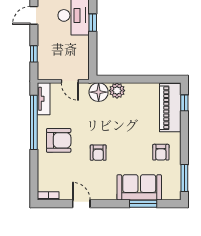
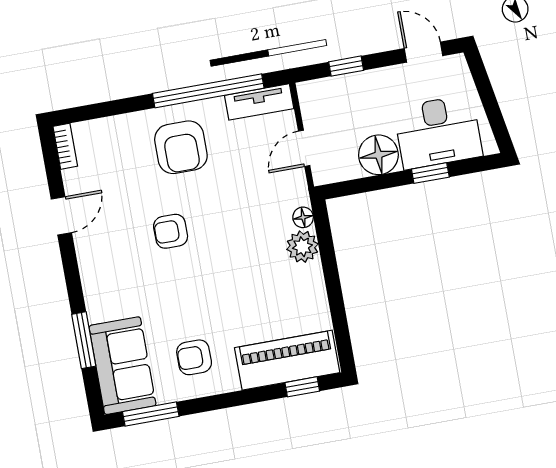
floor lamp: (79, 46) -> (378, 155), added
floor lamp: (99, 92) -> (303, 217), width x0.53, depth x0.53
sofa: (139, 187) -> (122, 366), moved

